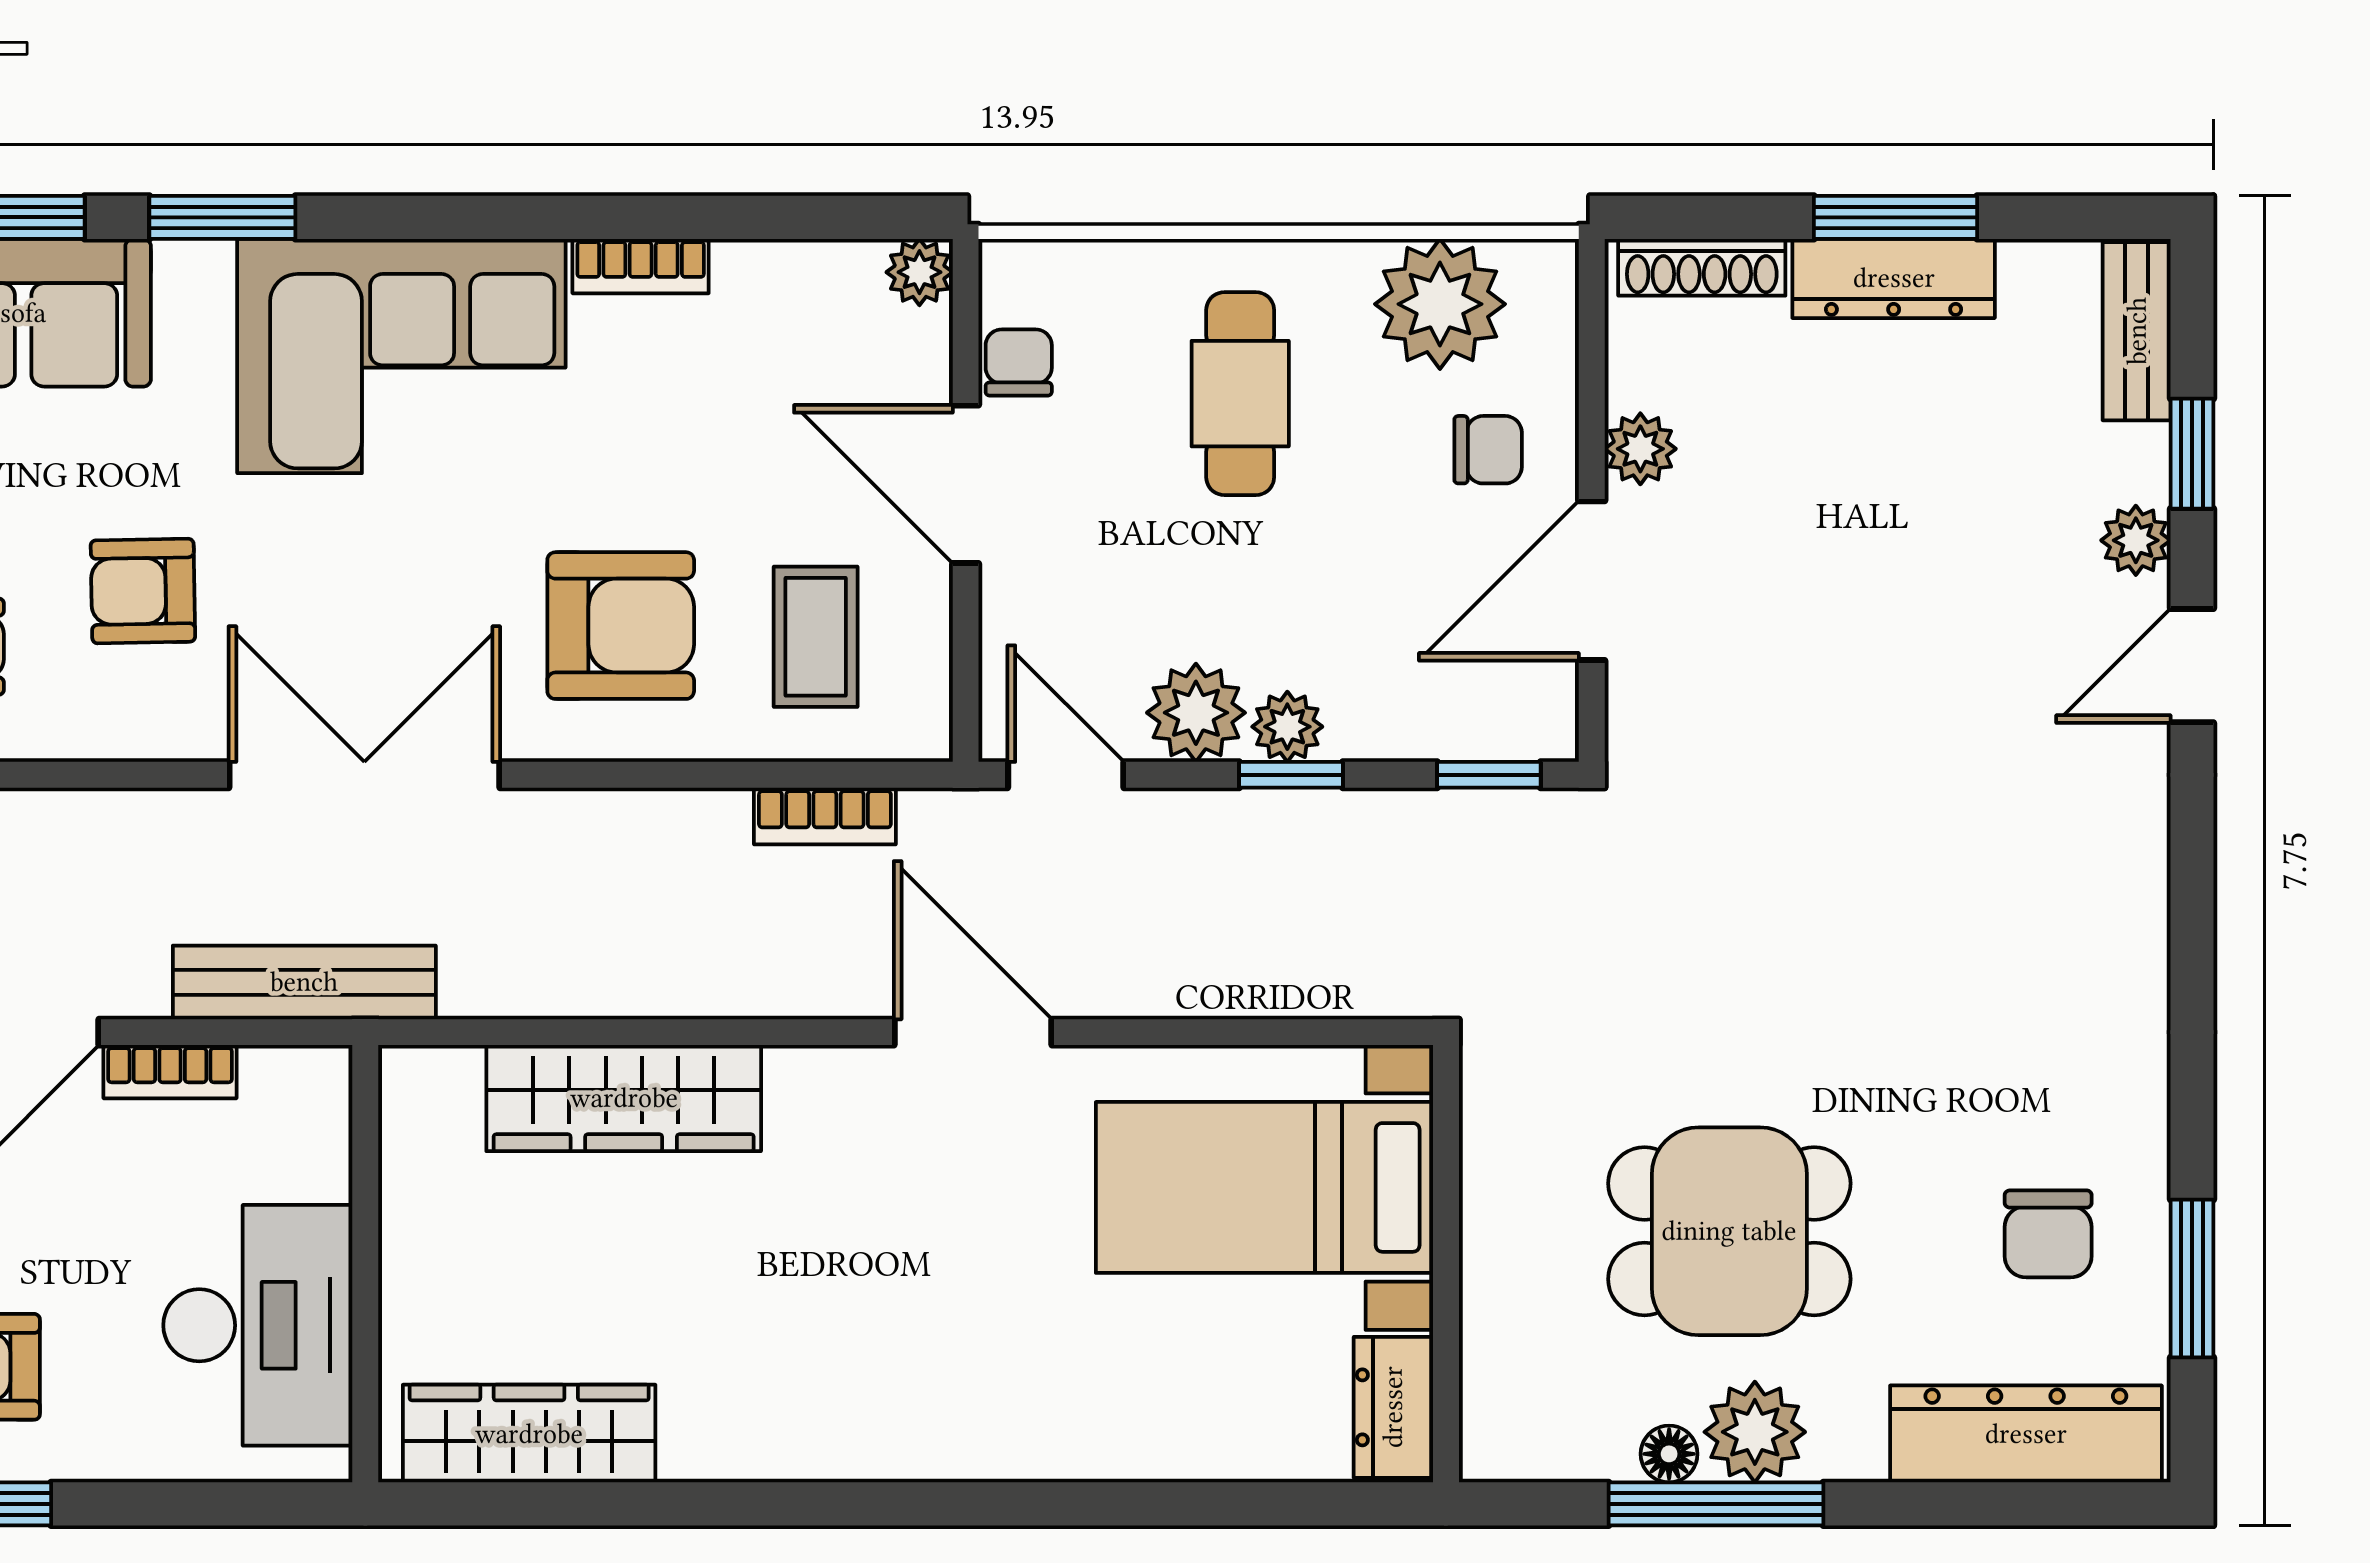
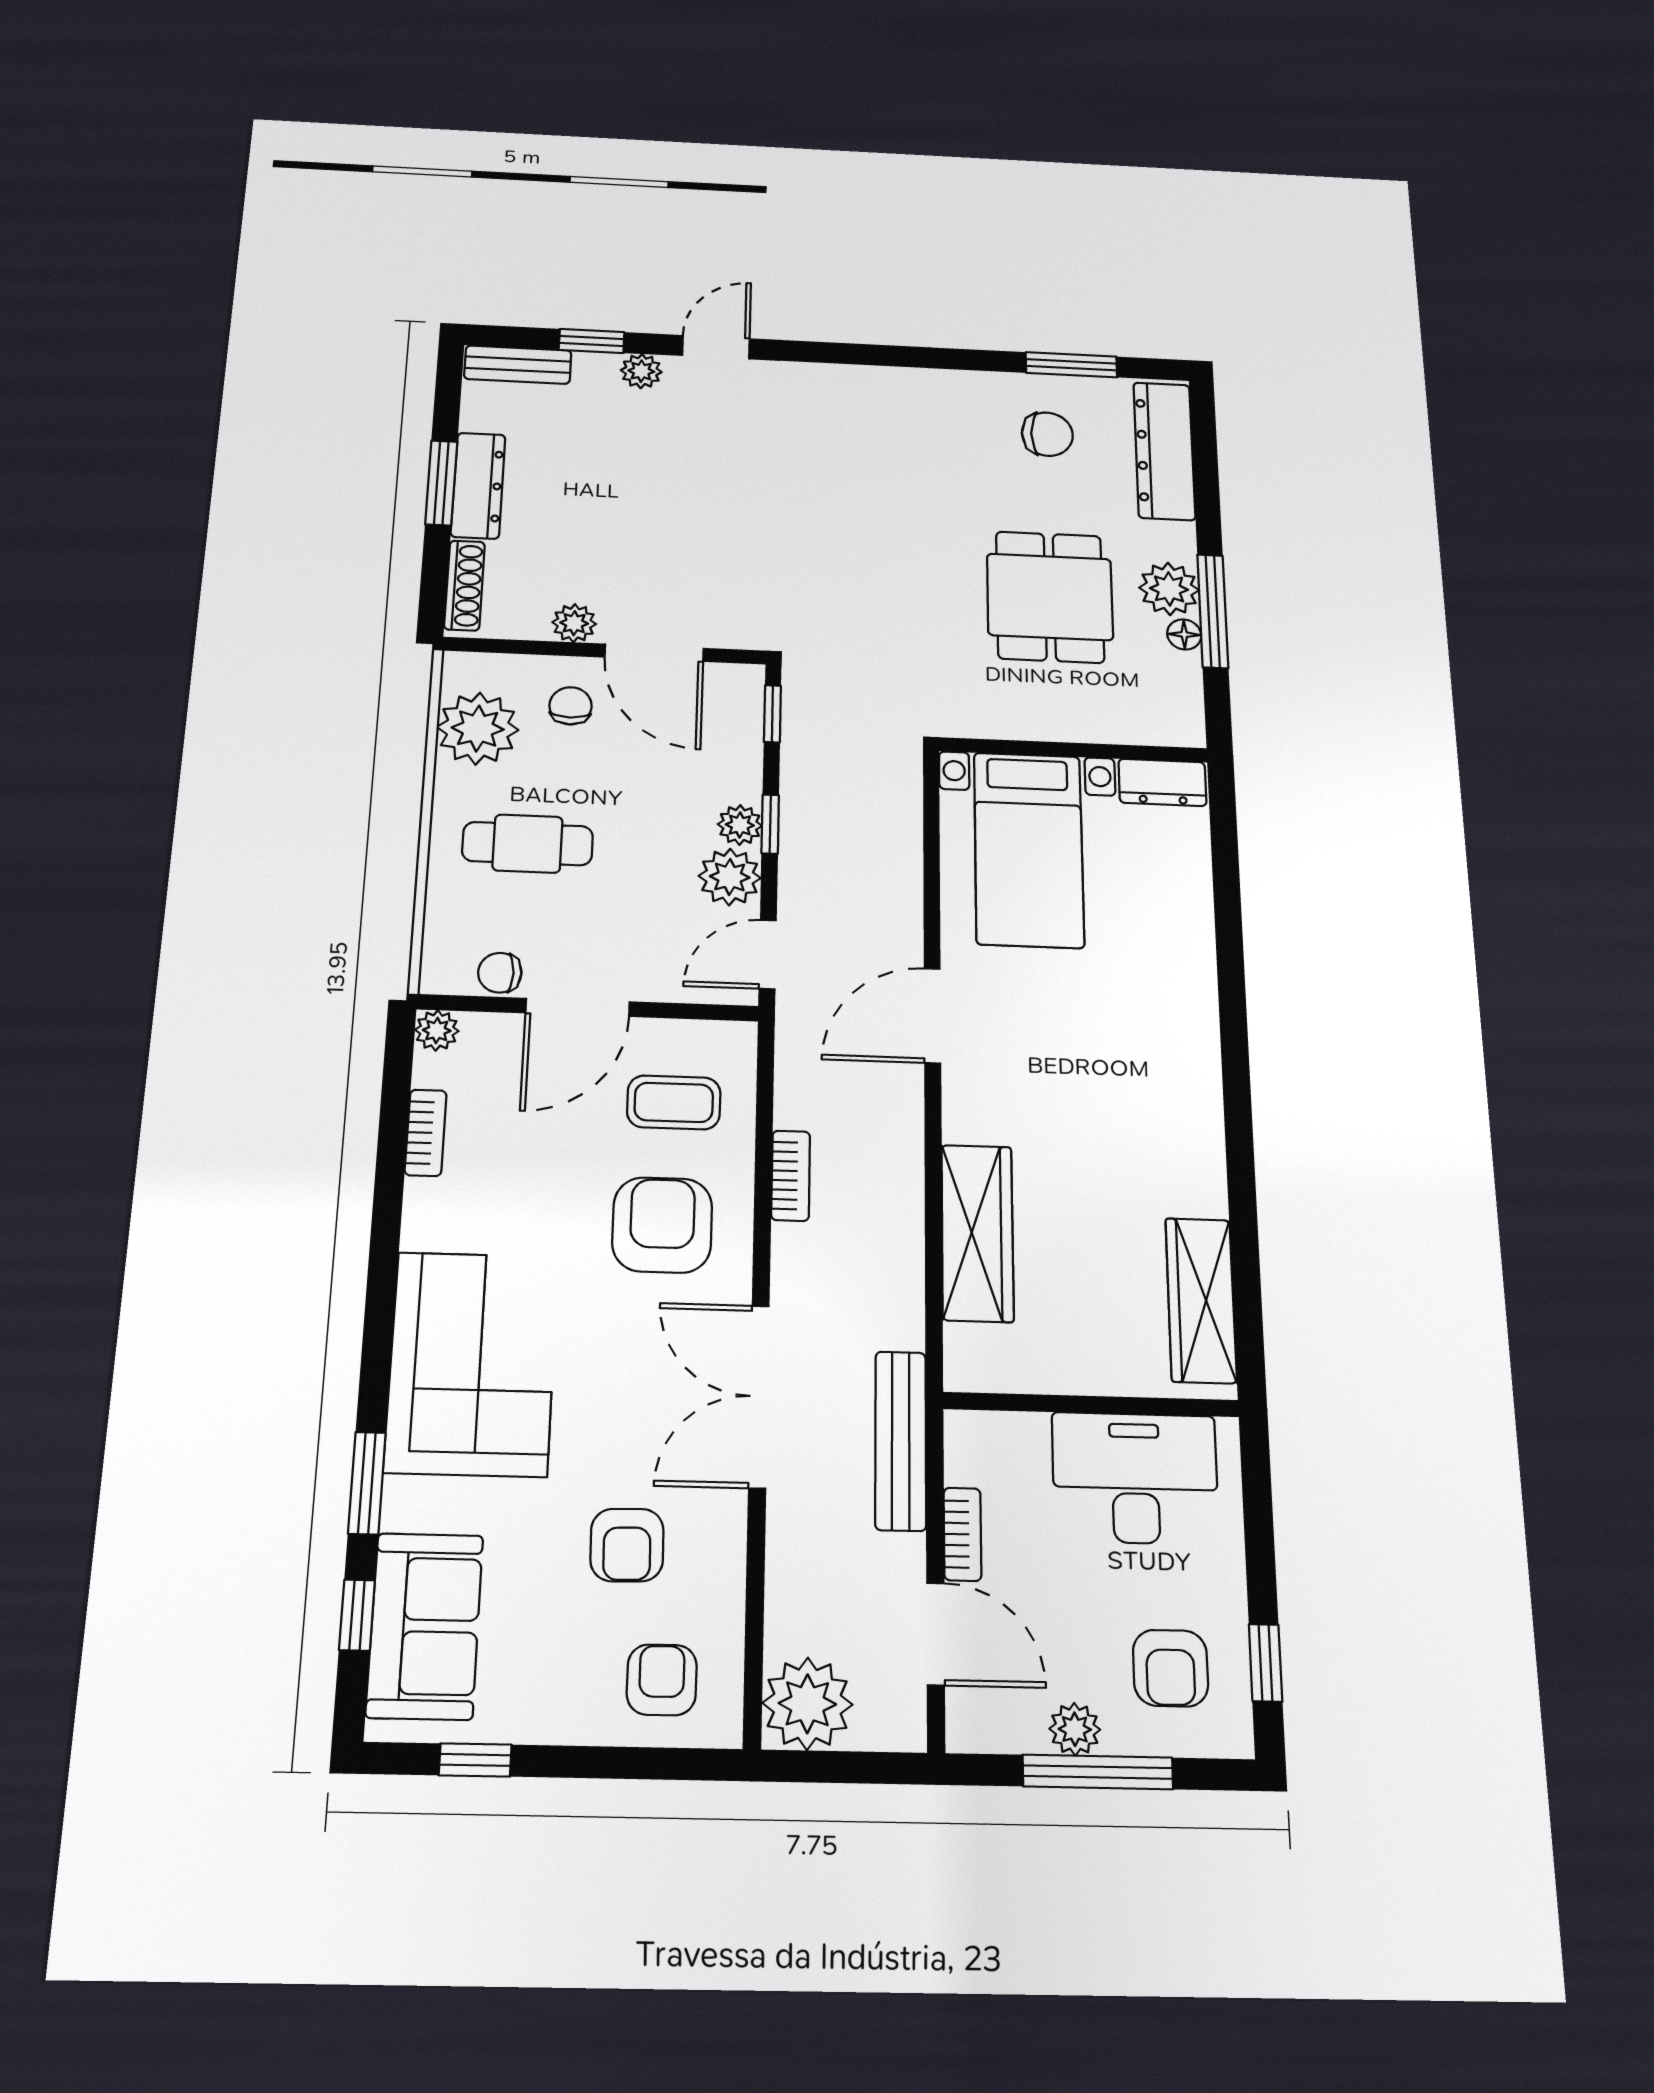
bookcase: (641, 266) -> (426, 1133), moved
door: (2192, 666) -> (716, 347), swing flipped
bookcase: (825, 816) -> (791, 1176), moved

